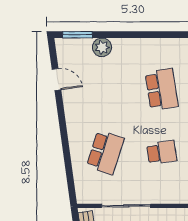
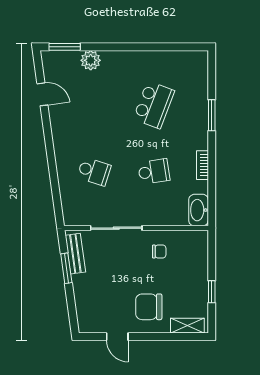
school desk: (162, 89) -> (154, 105), turned 30
school desk: (105, 152) -> (94, 172), width x0.54

